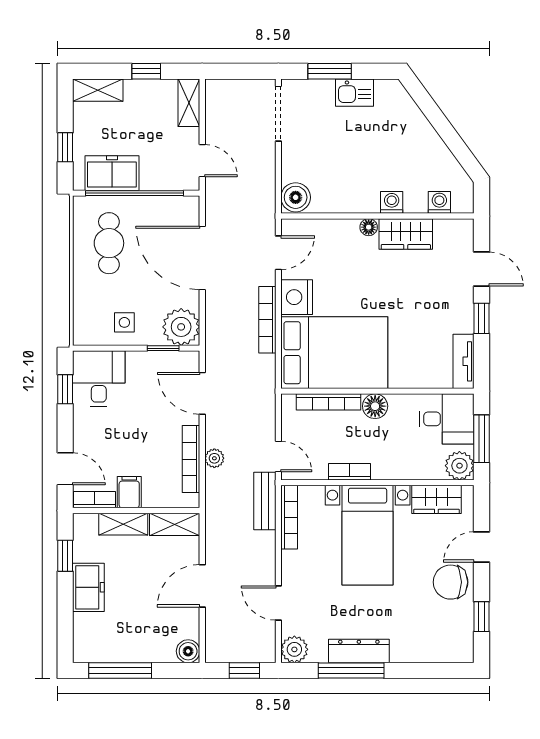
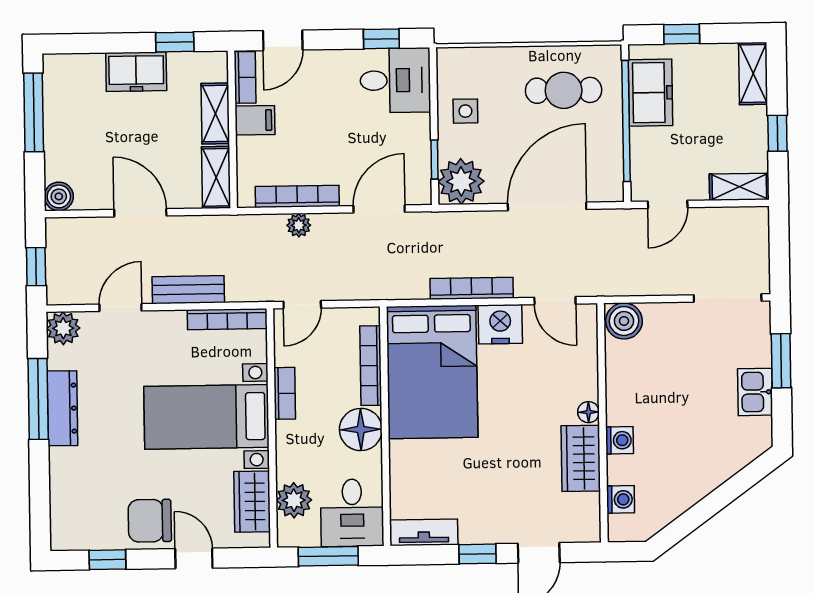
floor lamp: (375, 406) -> (361, 430), width x1.38, depth x1.38
plant: (459, 466) -> (294, 500), moved
bench: (265, 501) -> (188, 290), moved
chair: (451, 582) -> (150, 521), turned -90

